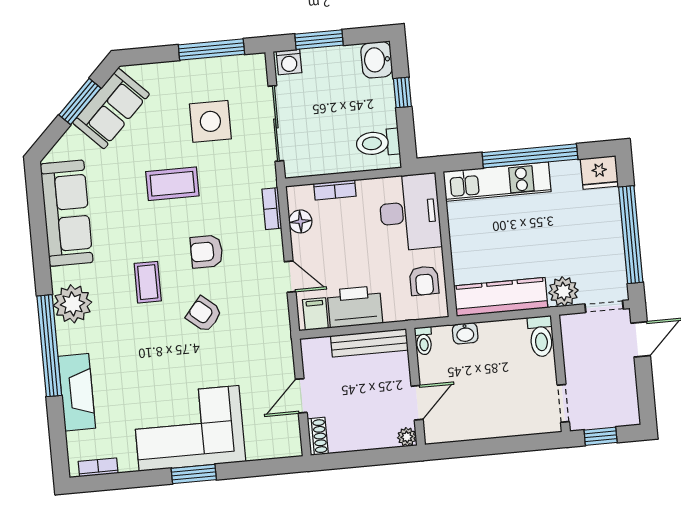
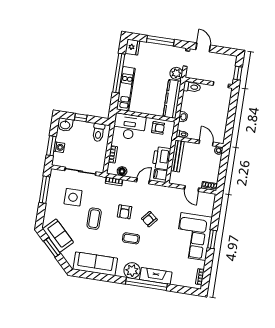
washing machine: (289, 62) -> (59, 147), moved
window: (631, 235) -> (160, 41), width x0.68
fireplace: (77, 392) -> (156, 276), moved

